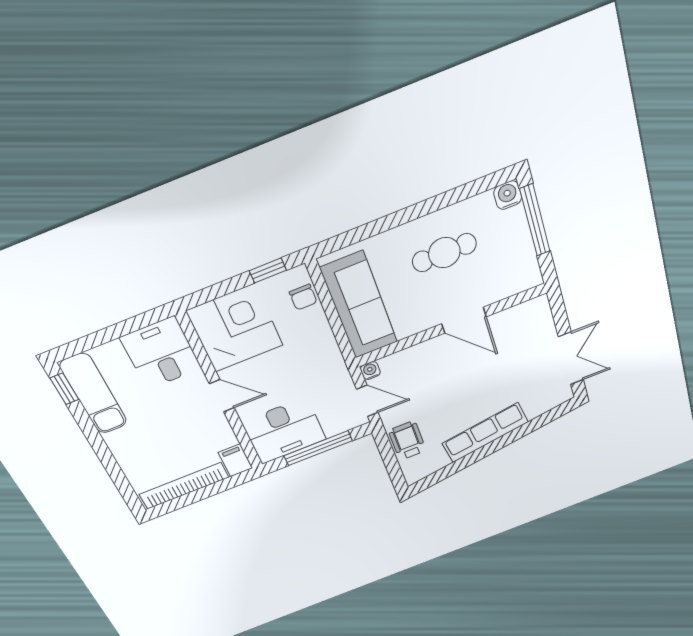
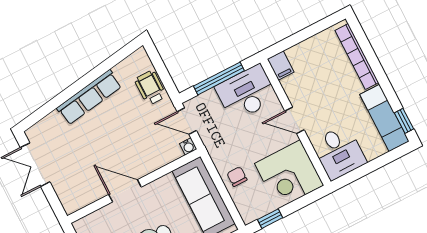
chair: (303, 297) -> (237, 177), moved
wheelchair: (407, 441) -> (150, 88), turned 180
bookcase: (184, 486) -> (357, 56), moved, turned 90

